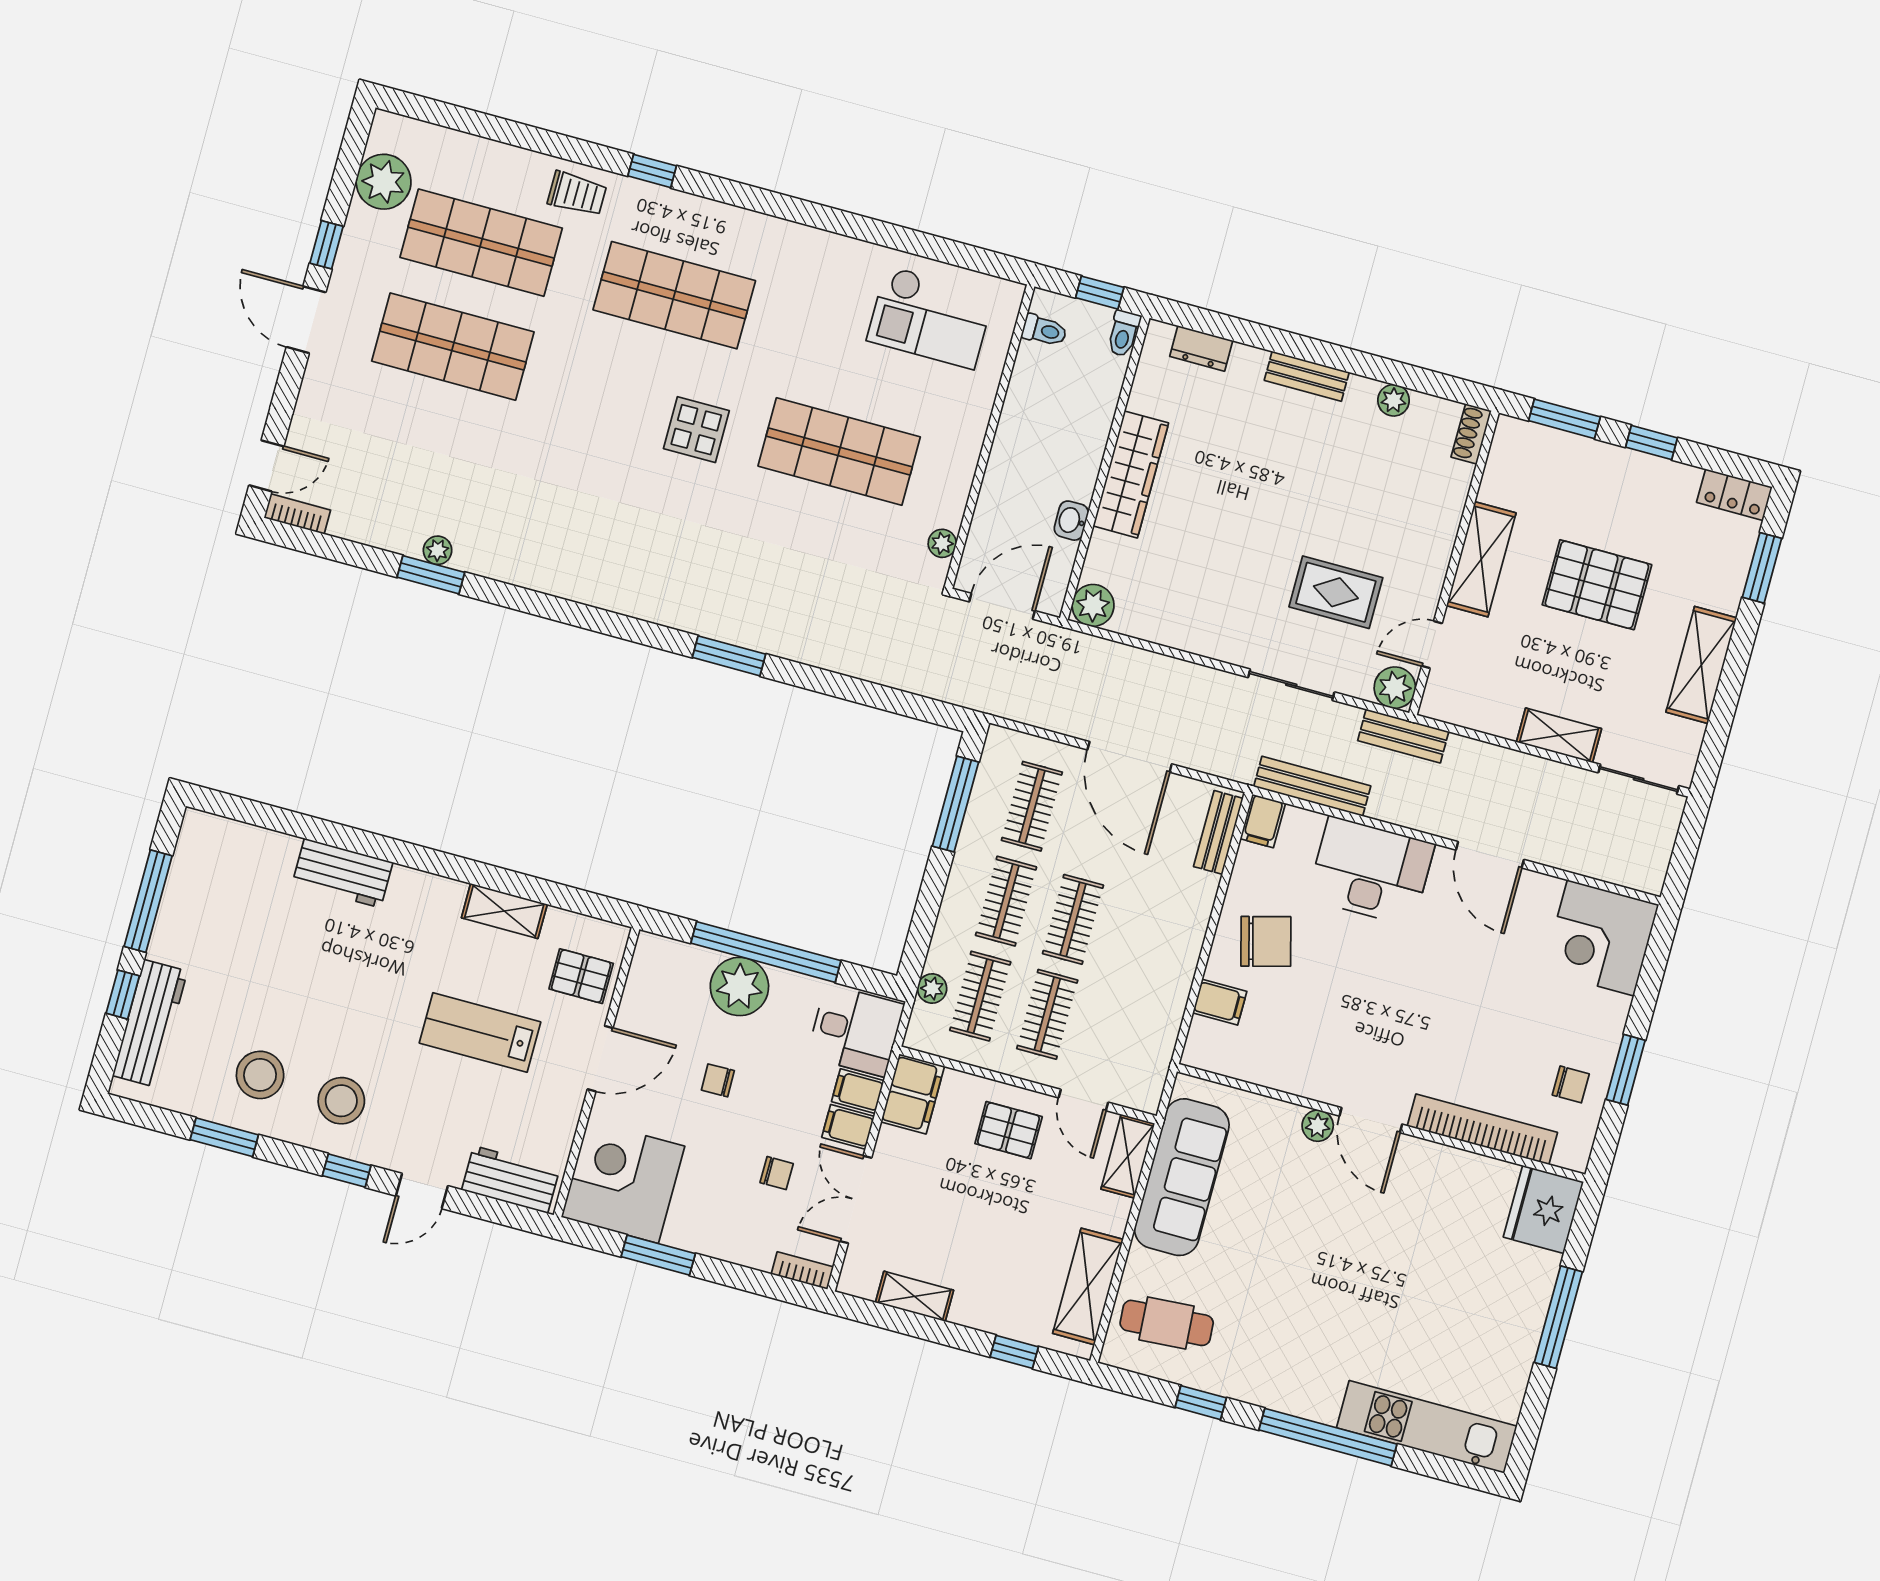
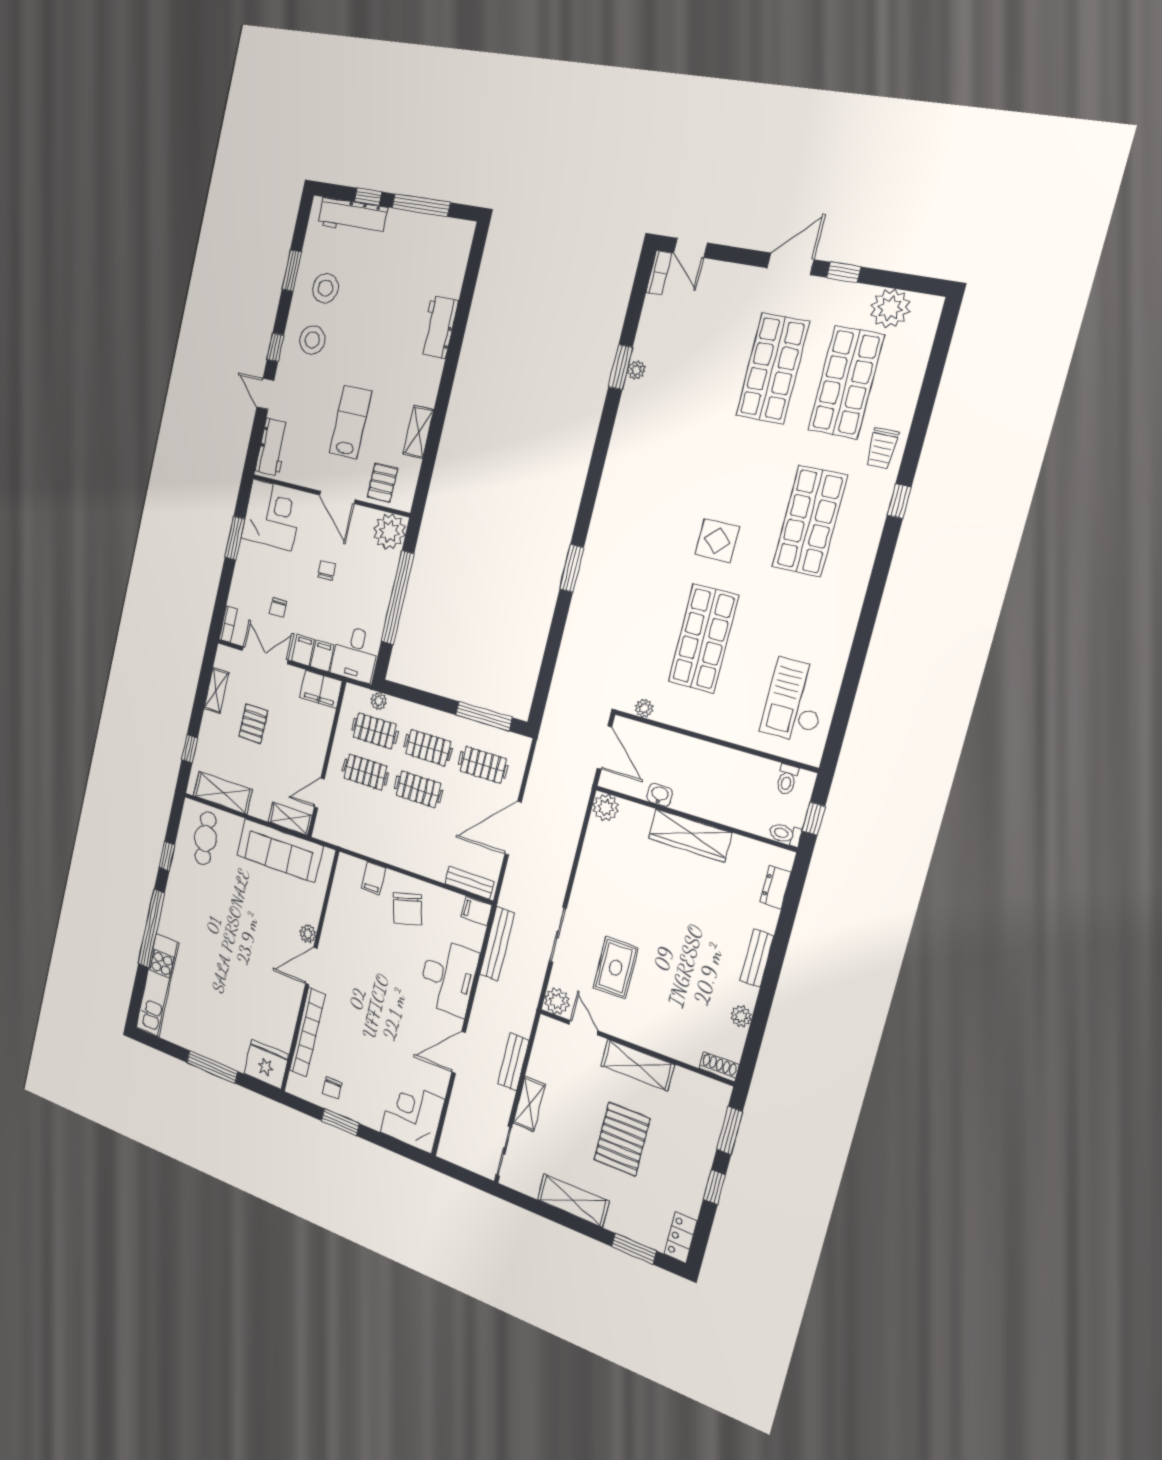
bench: (1403, 736) -> (513, 1062), moved
plant: (739, 987) -> (389, 531), moved
pallet: (1009, 1130) -> (253, 724), moved

